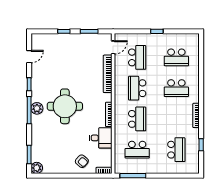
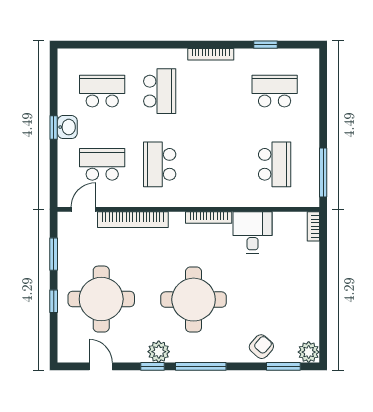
washbasin: (157, 39) -> (67, 127), added
door: (113, 47) -> (83, 209), hinge flipped
round table: (65, 57) -> (101, 299), added
school desk: (176, 57) -> (102, 91), turned -90
school desk: (137, 88) -> (160, 164), turned 90
plant: (37, 108) -> (159, 352), moved
school desk: (137, 119) -> (217, 164), removed
armchair: (82, 161) -> (261, 347), moved

